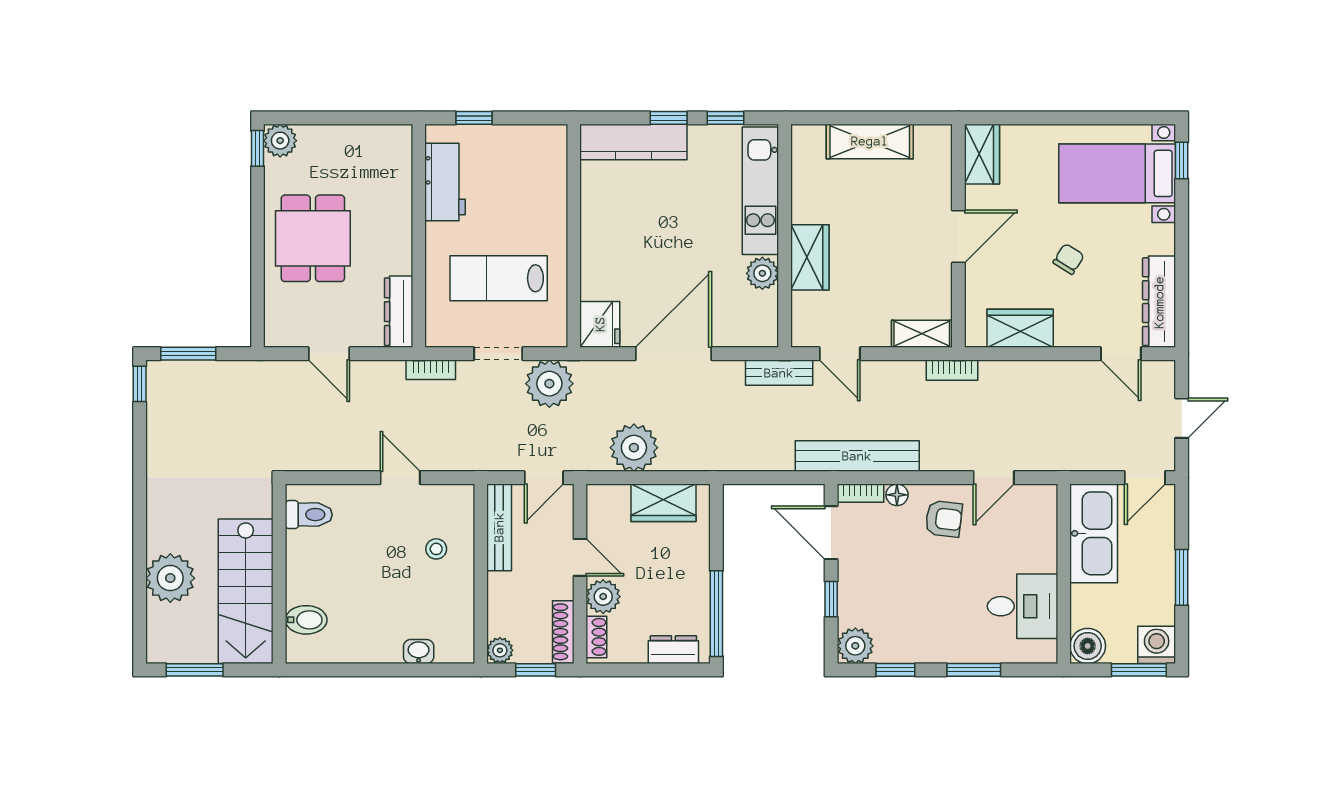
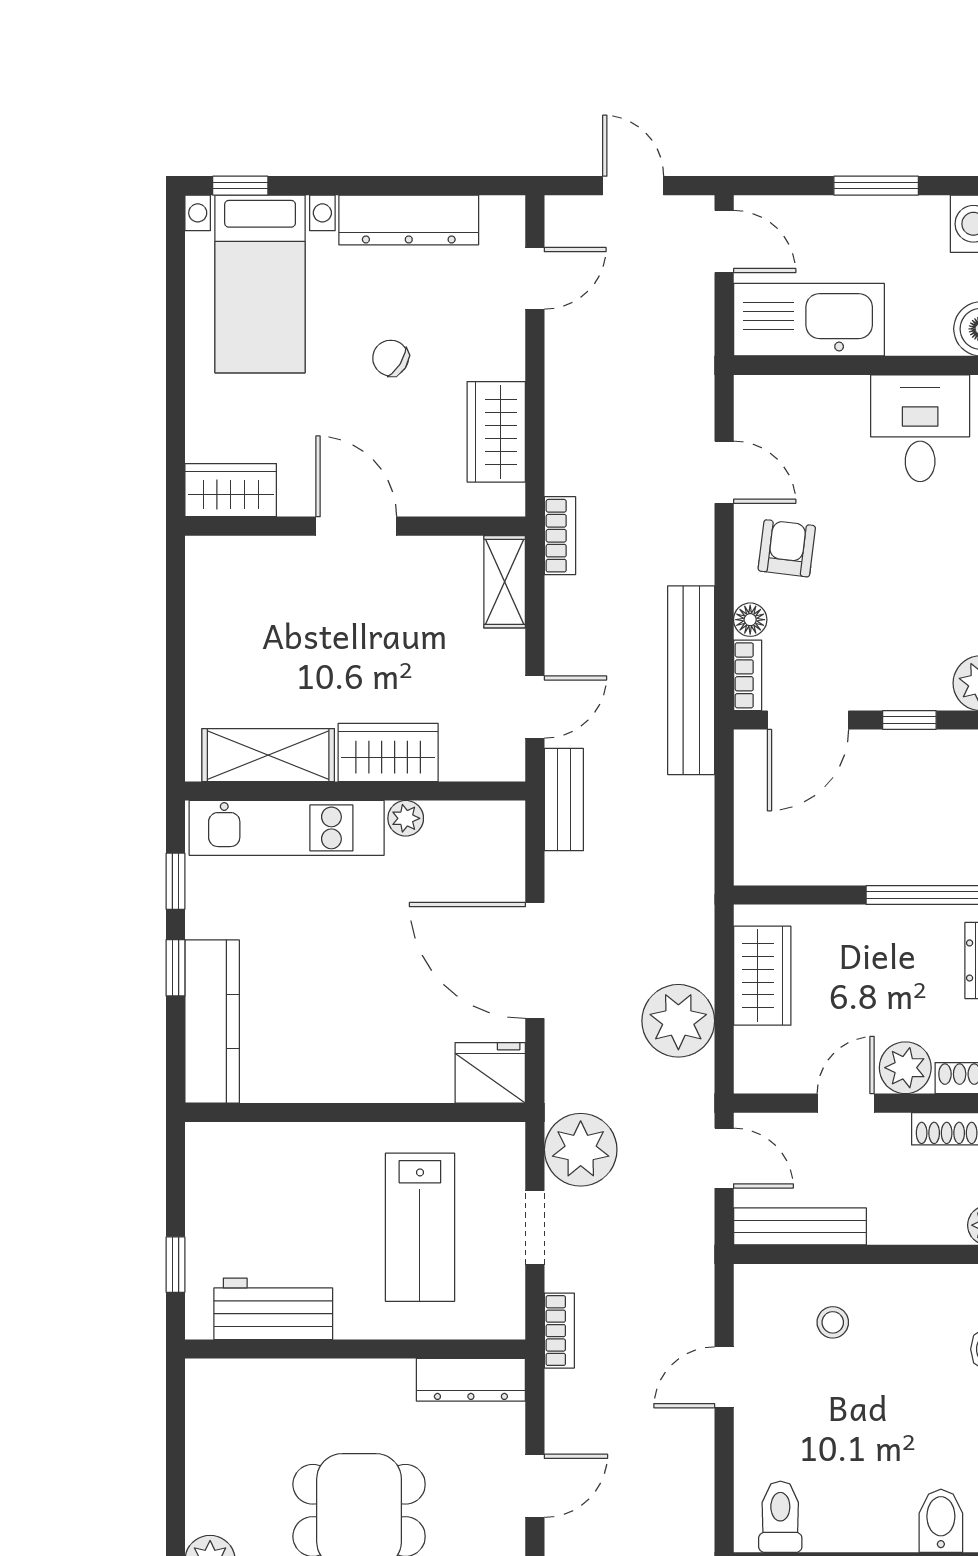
shelving: (870, 141) -> (268, 755), moved, turned 90
plant: (762, 273) -> (406, 818), width x0.73, depth x0.73
dresser: (1159, 302) -> (409, 220), moved

